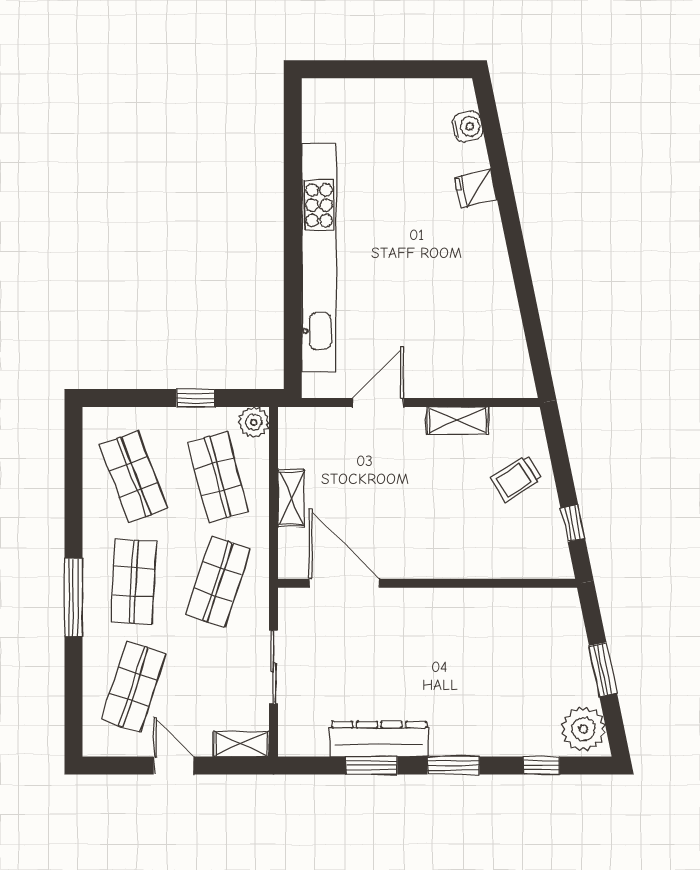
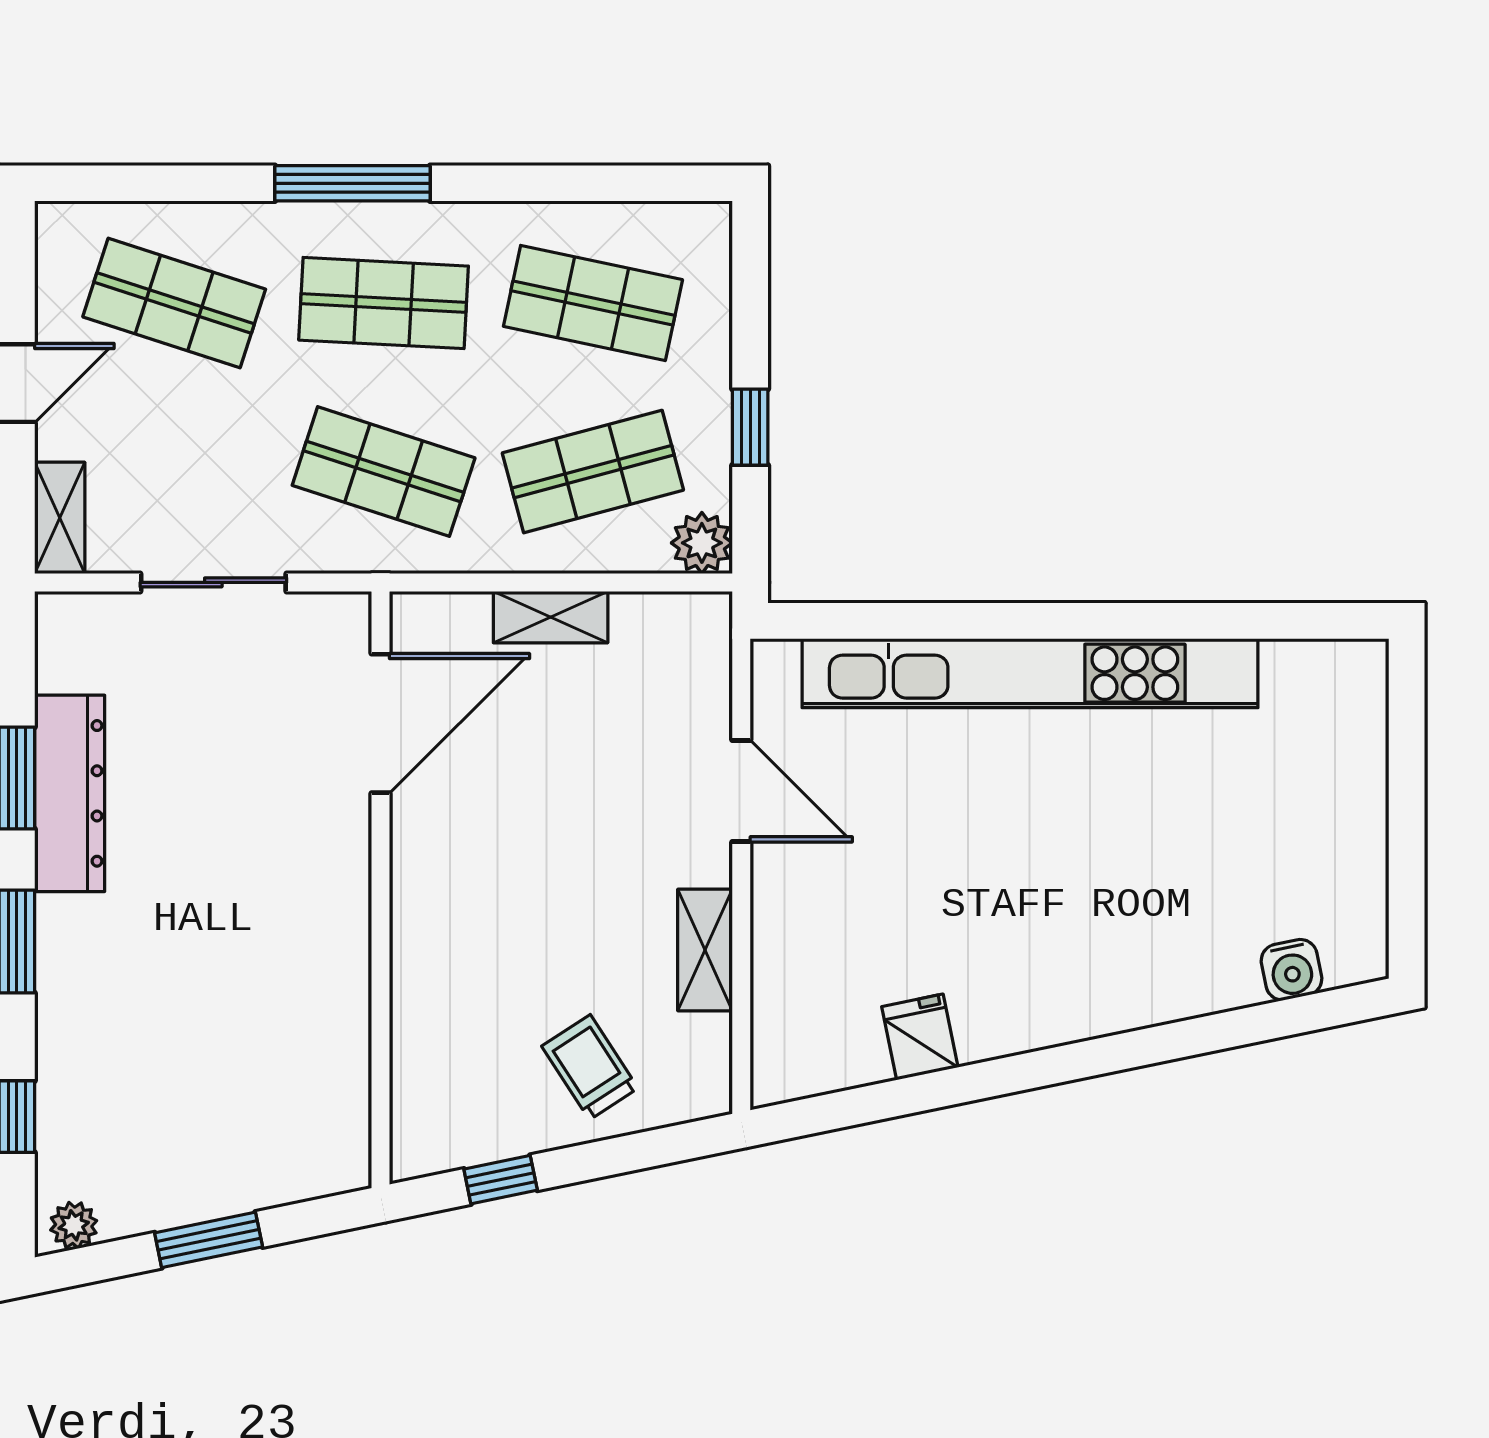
fridge: (476, 188) -> (920, 1037), moved
shop shelf: (134, 477) -> (593, 303), turned 33
plant: (583, 729) -> (74, 1225), width x0.53, depth x0.53

